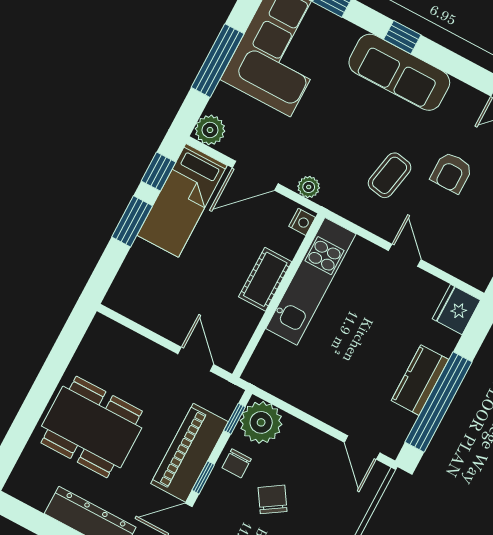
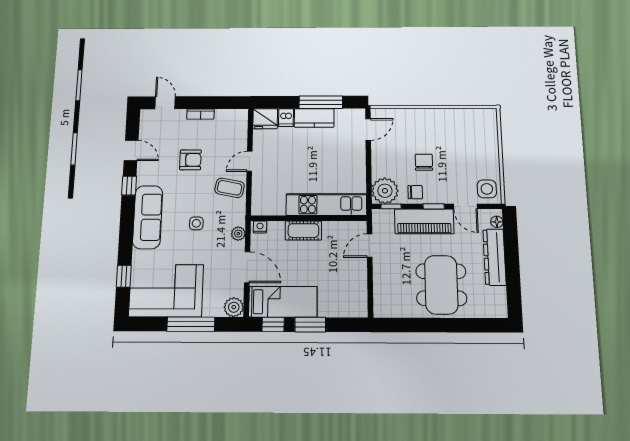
window: (402, 37) -> (129, 186), moved
side table: (354, 136) -> (196, 223), added
coffee table: (390, 175) -> (230, 188), moved
kitchen unit: (311, 281) -> (326, 205), moved
dishwasher: (442, 340) -> (286, 118), added
window: (439, 402) -> (321, 102), width x0.68
chair: (273, 499) -> (424, 162), turned 123

